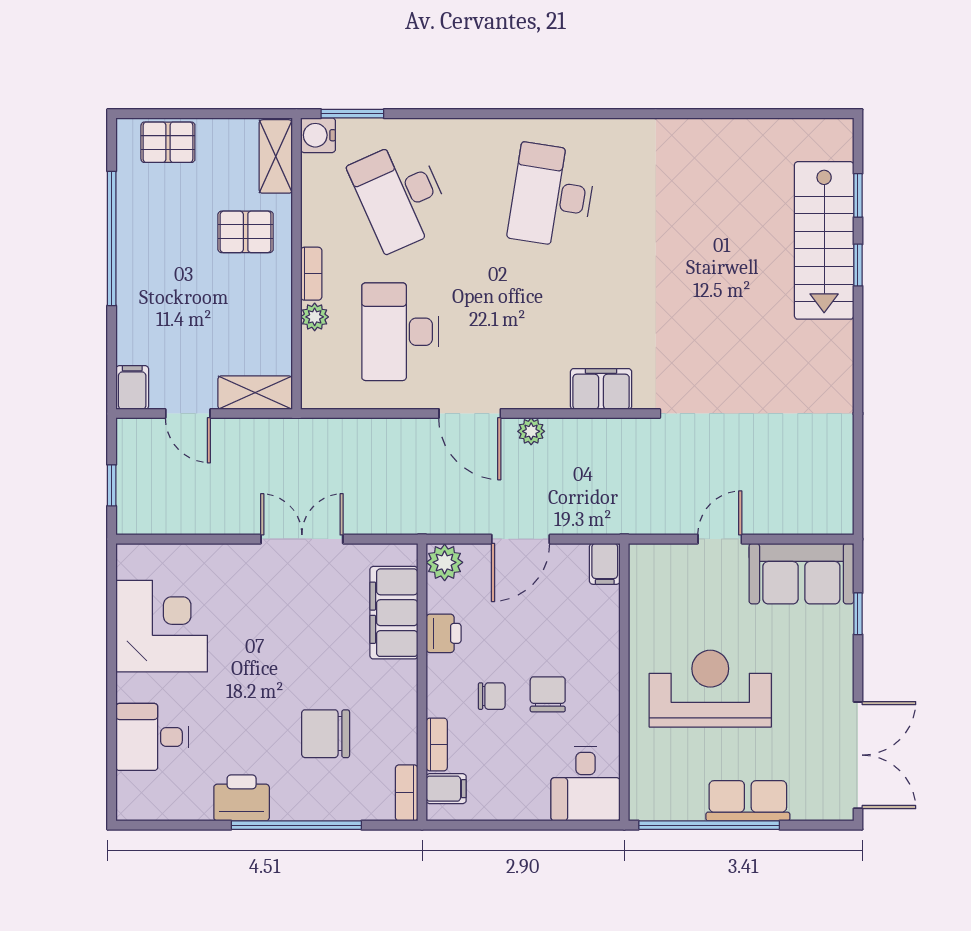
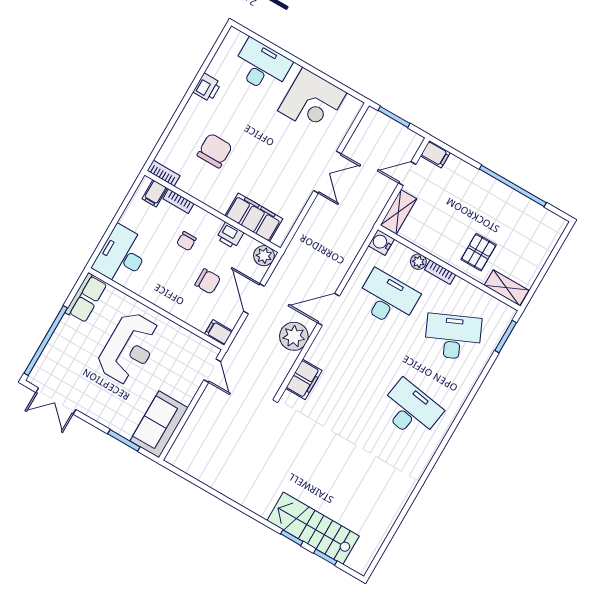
water cooler: (318, 135) -> (381, 242), moved, turned -90
pallet: (168, 142) -> (543, 240), removed
plant: (531, 431) -> (294, 336), width x1.88, depth x1.88
window: (112, 485) -> (394, 117), width x1.50
double door: (302, 539) -> (327, 172), moved
door: (720, 539) -> (212, 371), moved
window: (858, 614) -> (124, 440), width x1.50
chair: (548, 694) -> (208, 281), moved
desk: (152, 737) -> (262, 66), width x1.37
double door: (858, 755) -> (56, 401), width x0.73
desk: (586, 784) -> (122, 256), width x1.37
printer: (242, 798) -> (207, 87), width x0.73, depth x0.81
row of seats: (748, 801) -> (86, 298), moved
window: (296, 825) -> (179, 111), removed
window: (709, 825) -> (46, 341), moved

